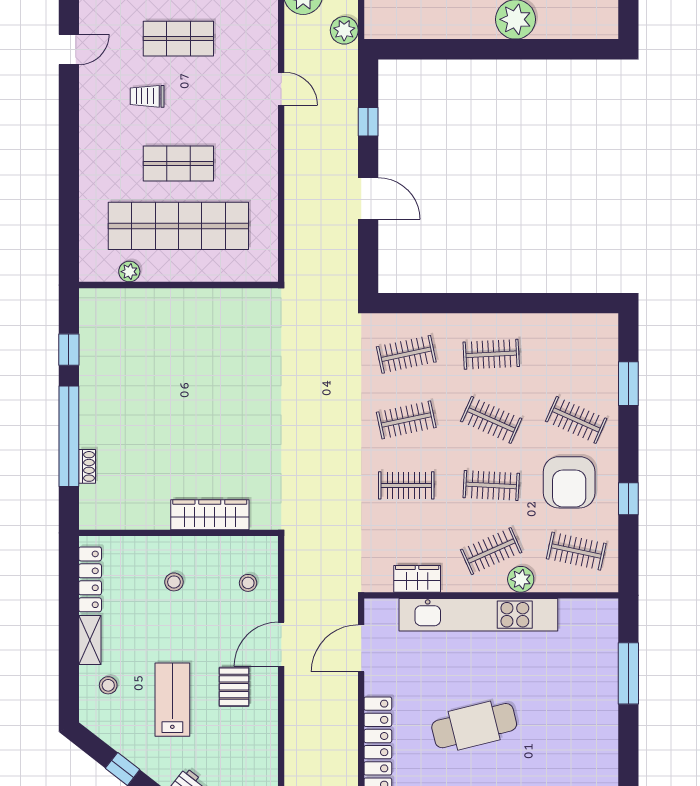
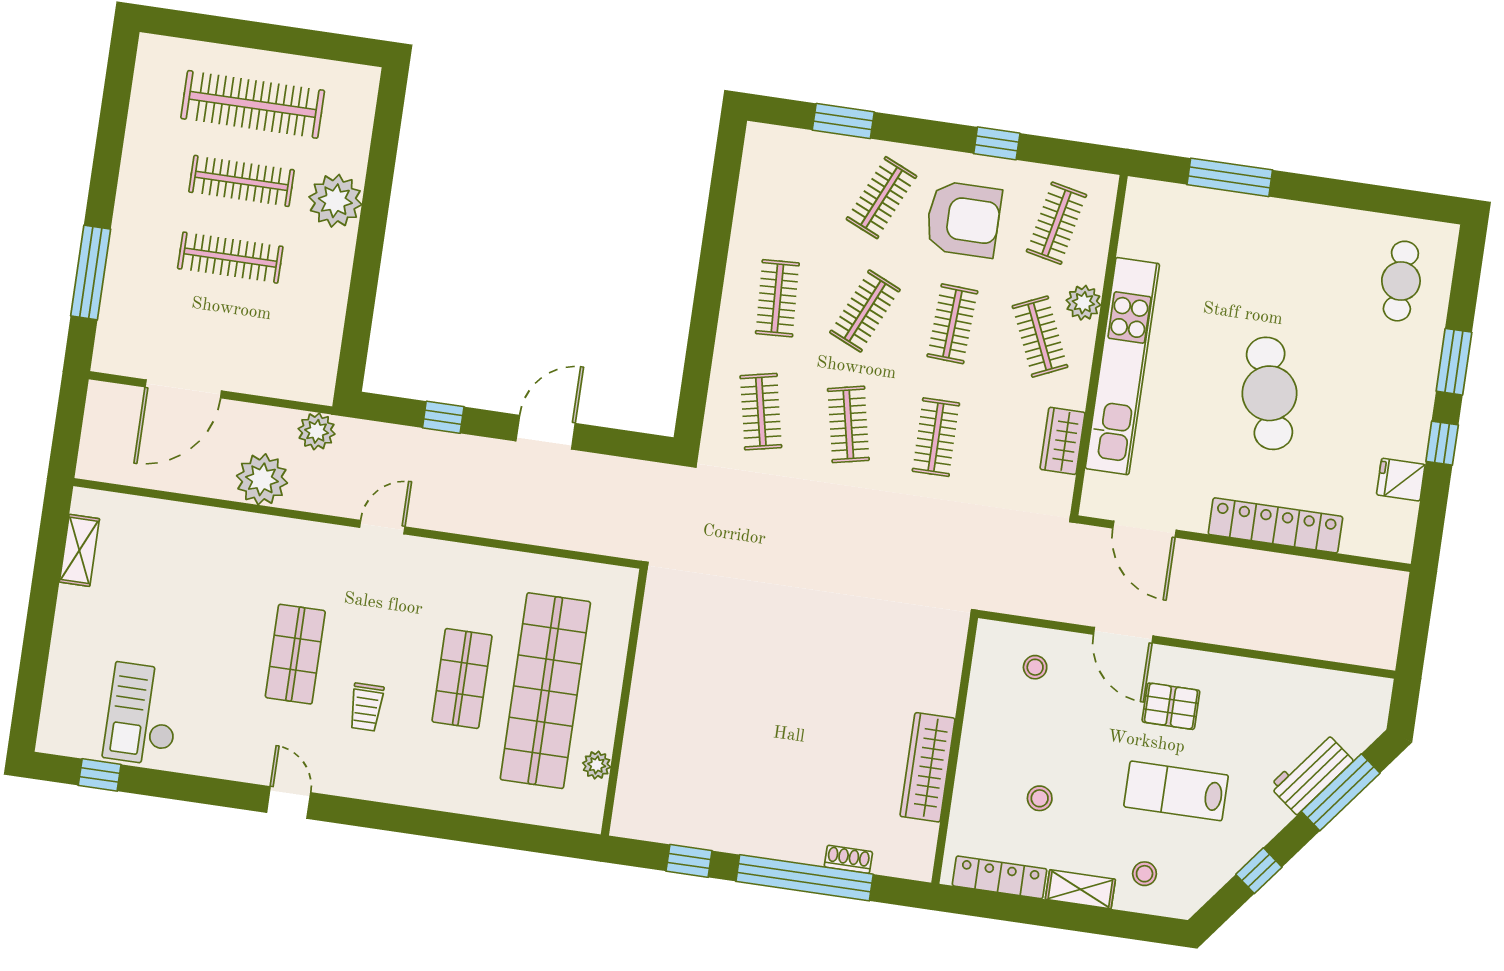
wardrobe: (210, 515) -> (928, 767), moved
stool: (174, 582) -> (1040, 798), moved

